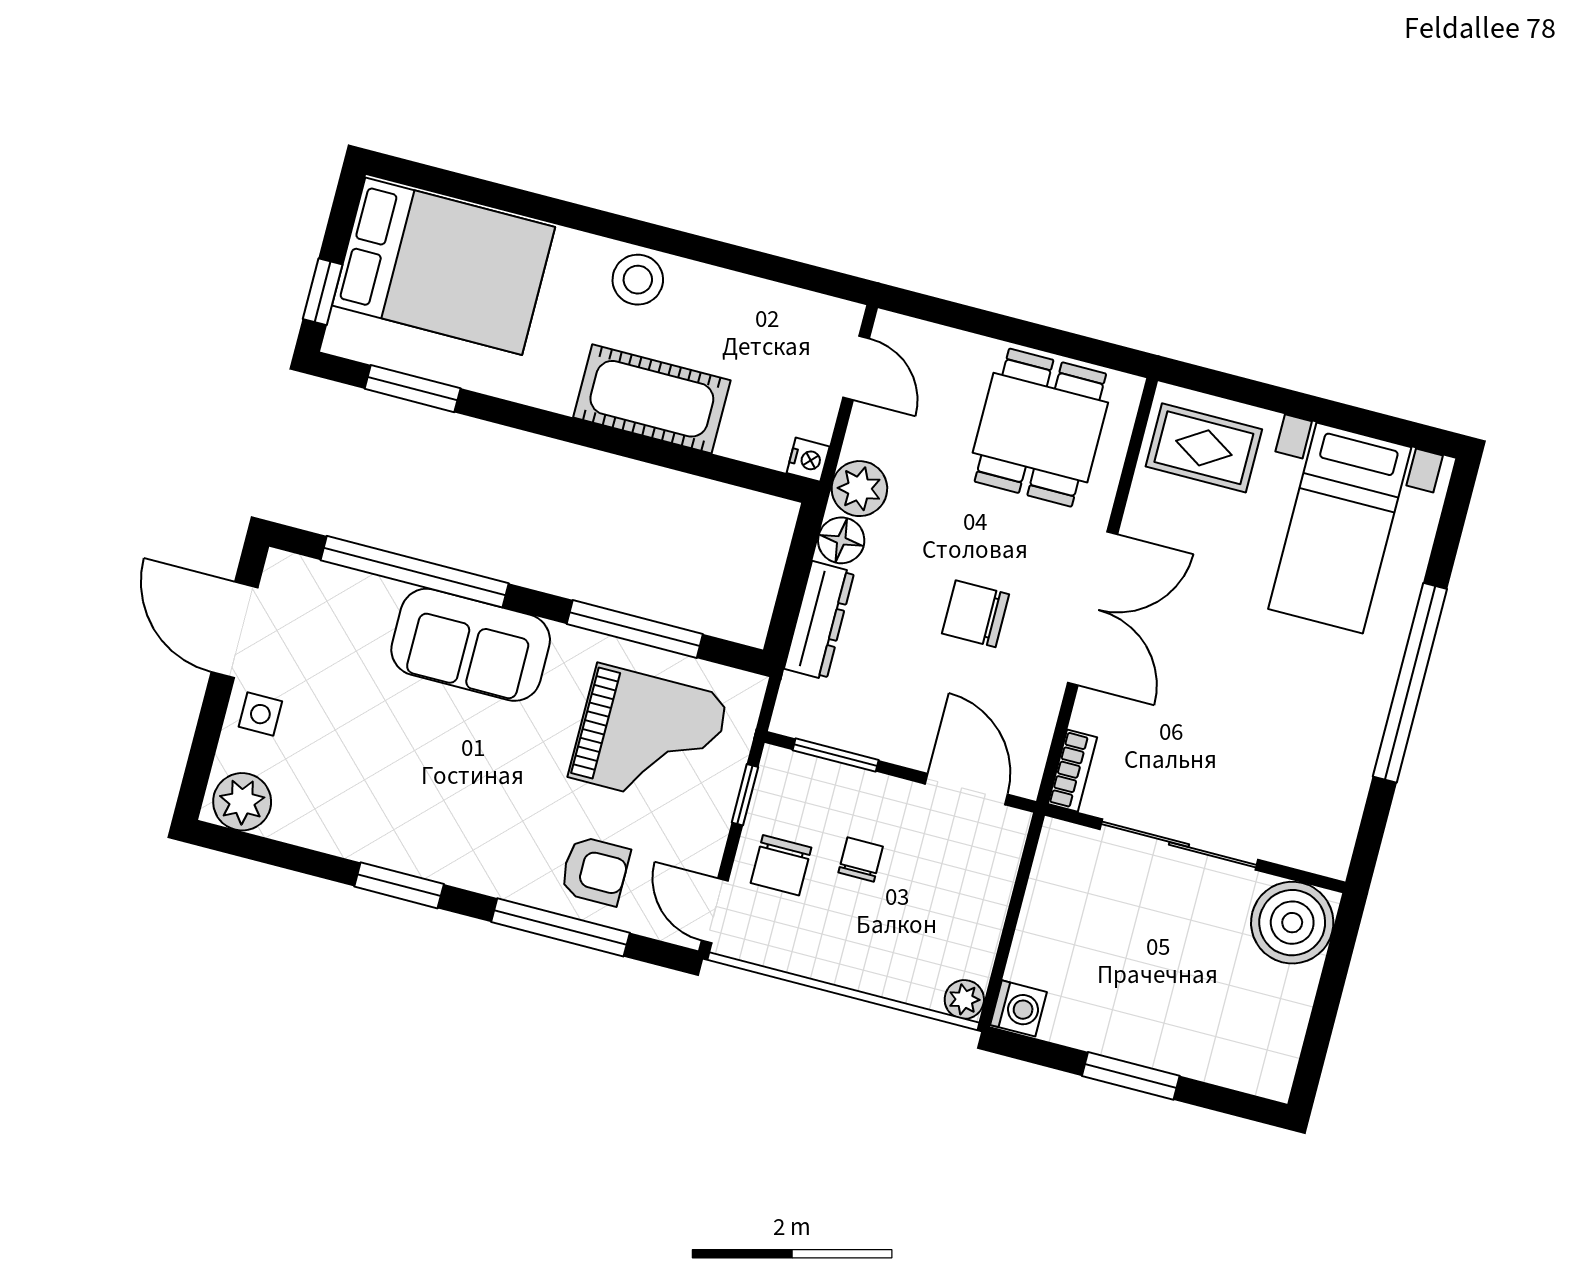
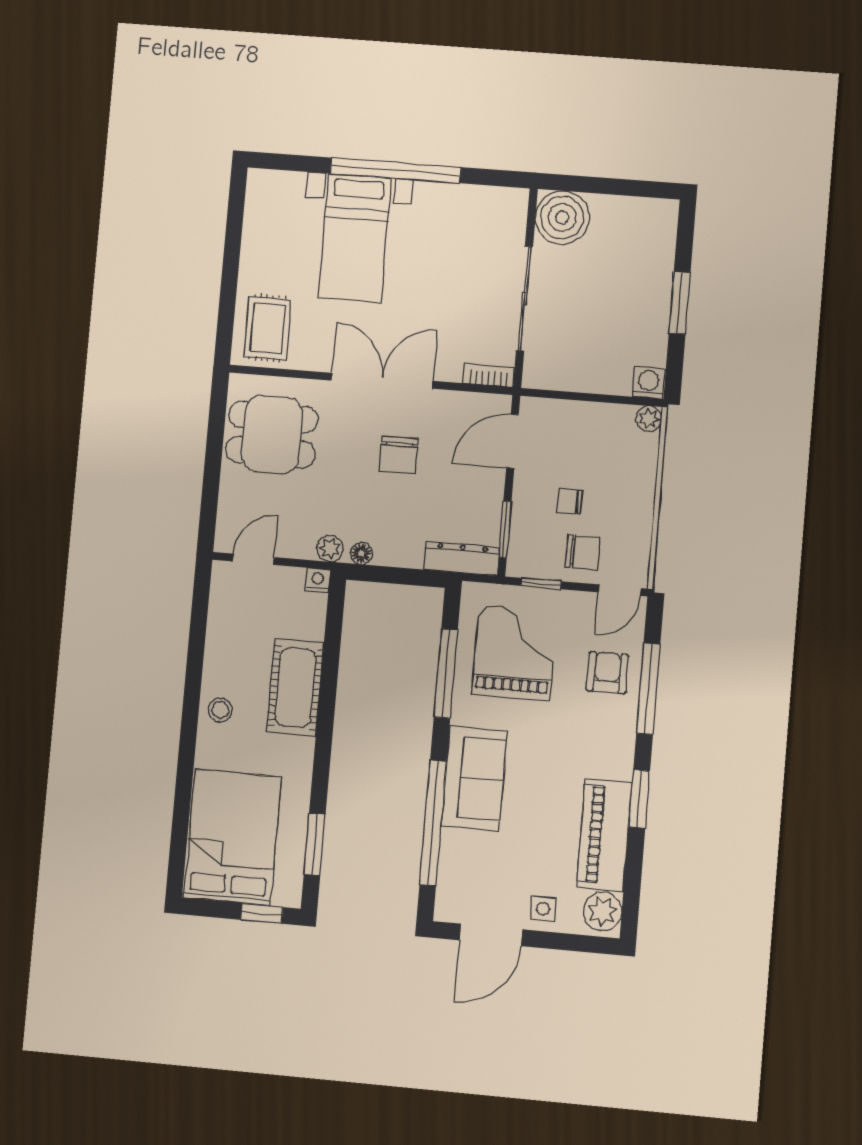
stool: (638, 280) -> (220, 710), width x0.73, depth x0.73
plant: (859, 489) -> (330, 549), width x0.73, depth x0.73
bed with nightstands: (1340, 528) -> (355, 238), moved, turned 90
floor lamp: (841, 540) -> (361, 553), width x0.73, depth x0.73
dresser: (819, 620) -> (462, 559), moved
piano: (355, 824) -> (604, 835), added

